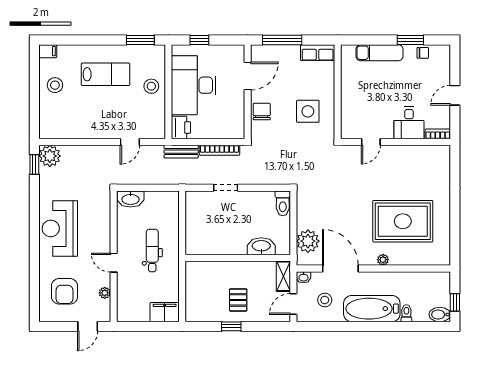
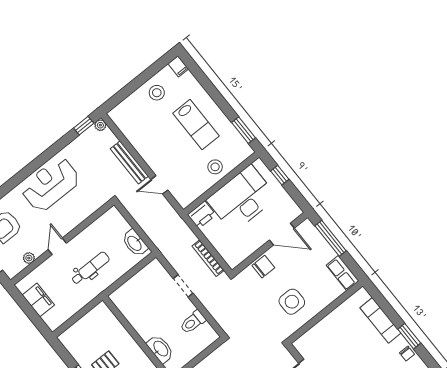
bench: (181, 152) -> (129, 162), moved, width x1.36
plant: (50, 156) -> (100, 125), width x0.53, depth x0.53
washbasin: (131, 199) -> (135, 243), moved
toilet: (283, 203) -> (193, 322), moved
filing cabinet: (165, 312) -> (38, 300), moved

